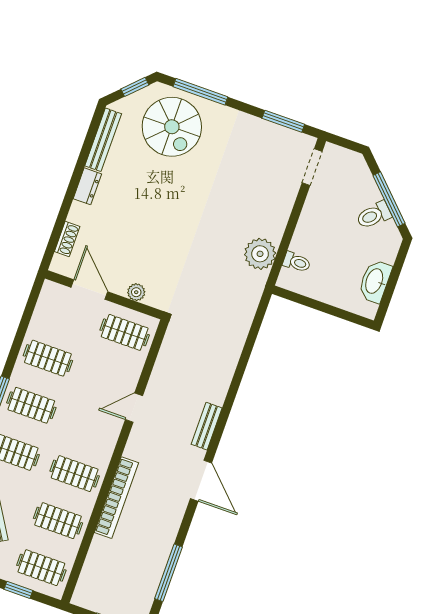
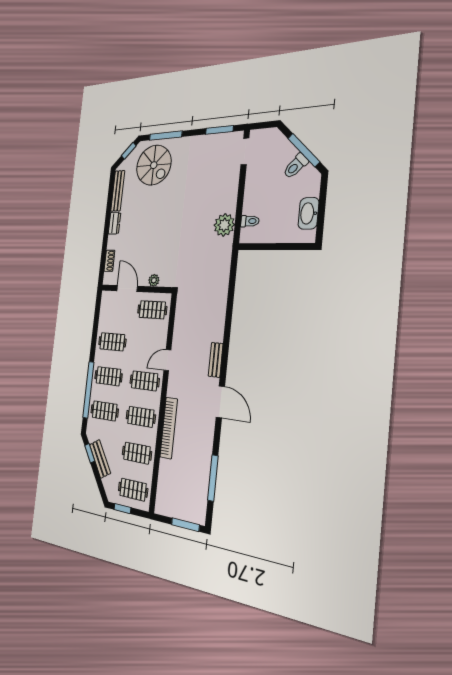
clothes rail: (91, 427) -> (145, 381), added

